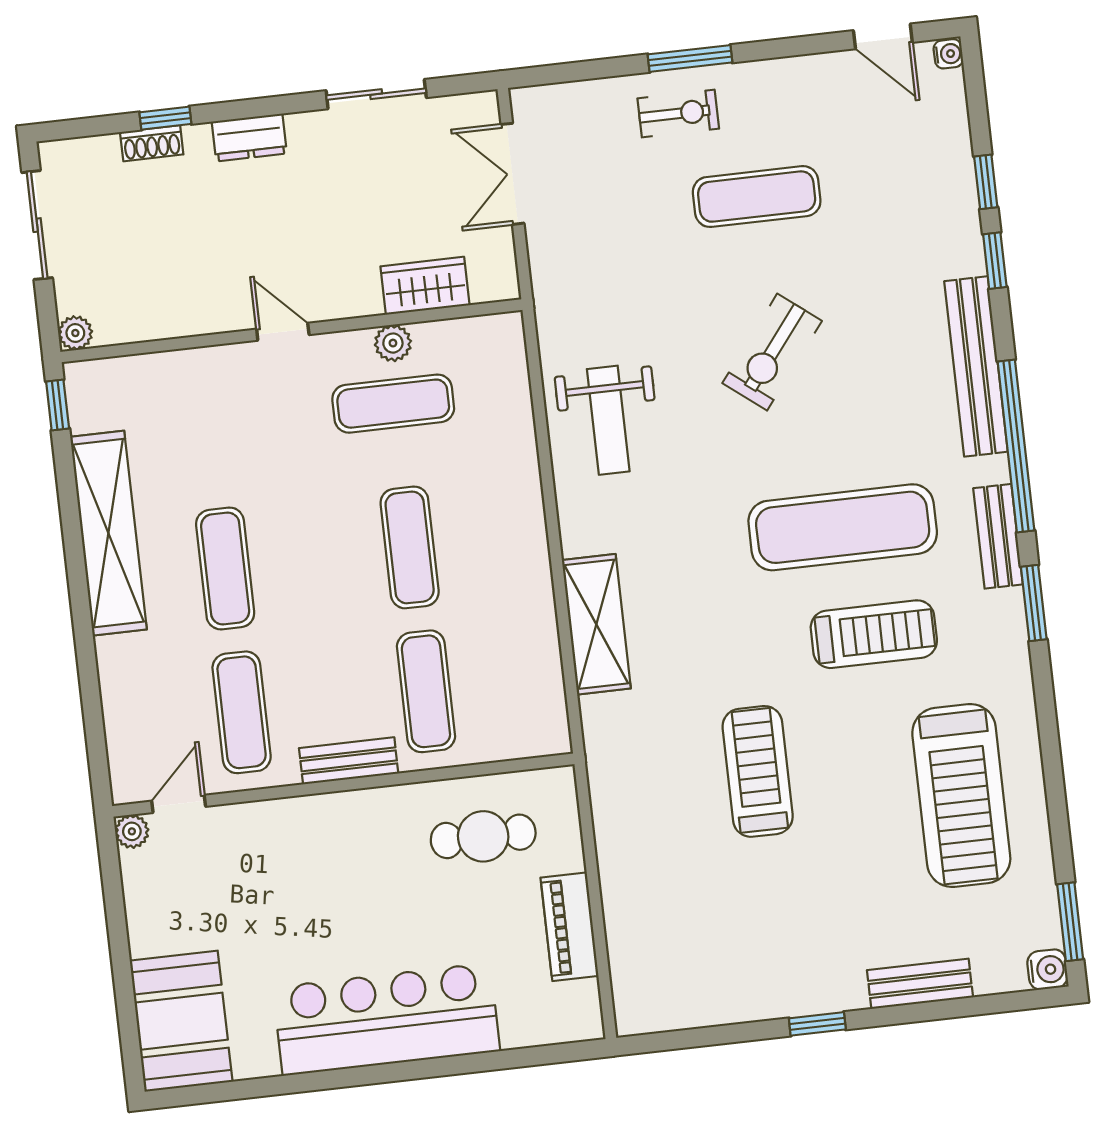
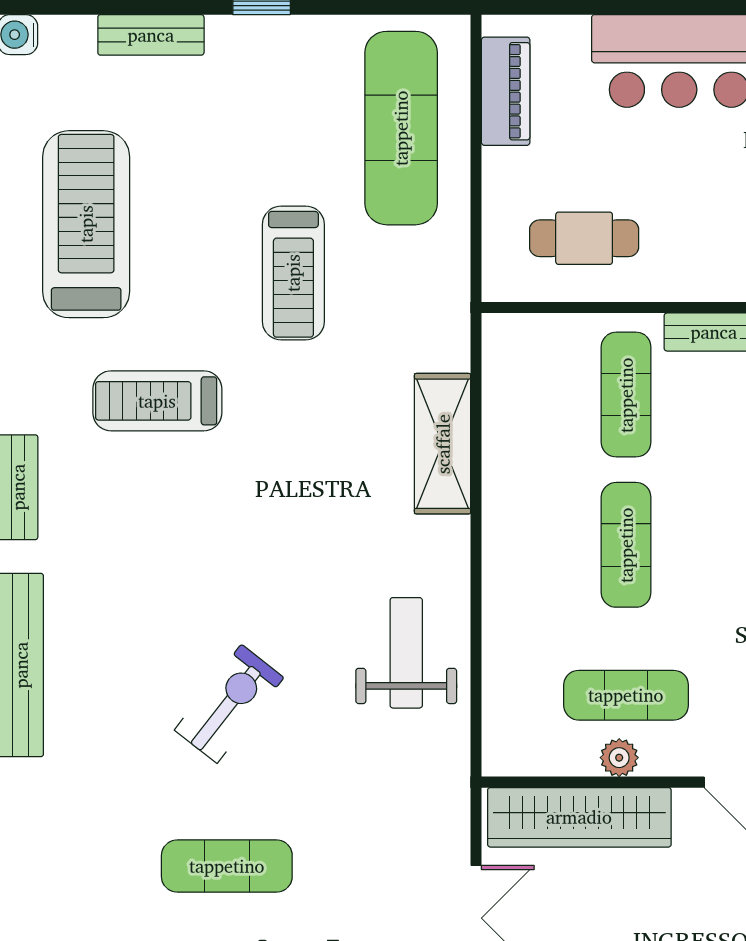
wardrobe: (425, 286) -> (579, 817), width x2.10, depth x1.17
exercise mat: (843, 527) -> (401, 128), moved, turned 90
piano: (570, 927) -> (506, 91), moved

